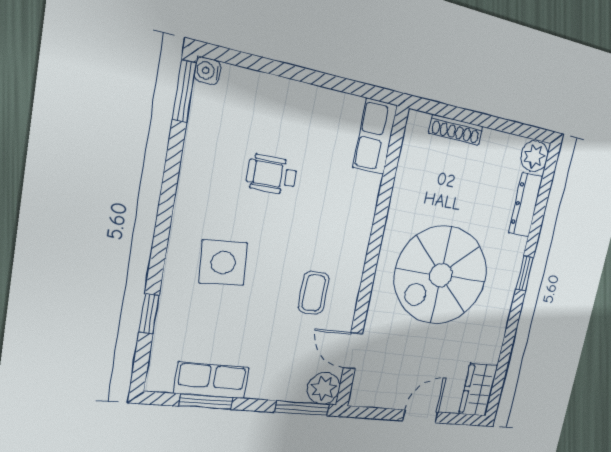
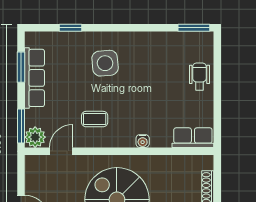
water cooler: (208, 71) -> (143, 141), moved, turned 180
wheelchair: (272, 175) -> (199, 77), moved
row of seats: (212, 380) -> (35, 78), width x1.48

